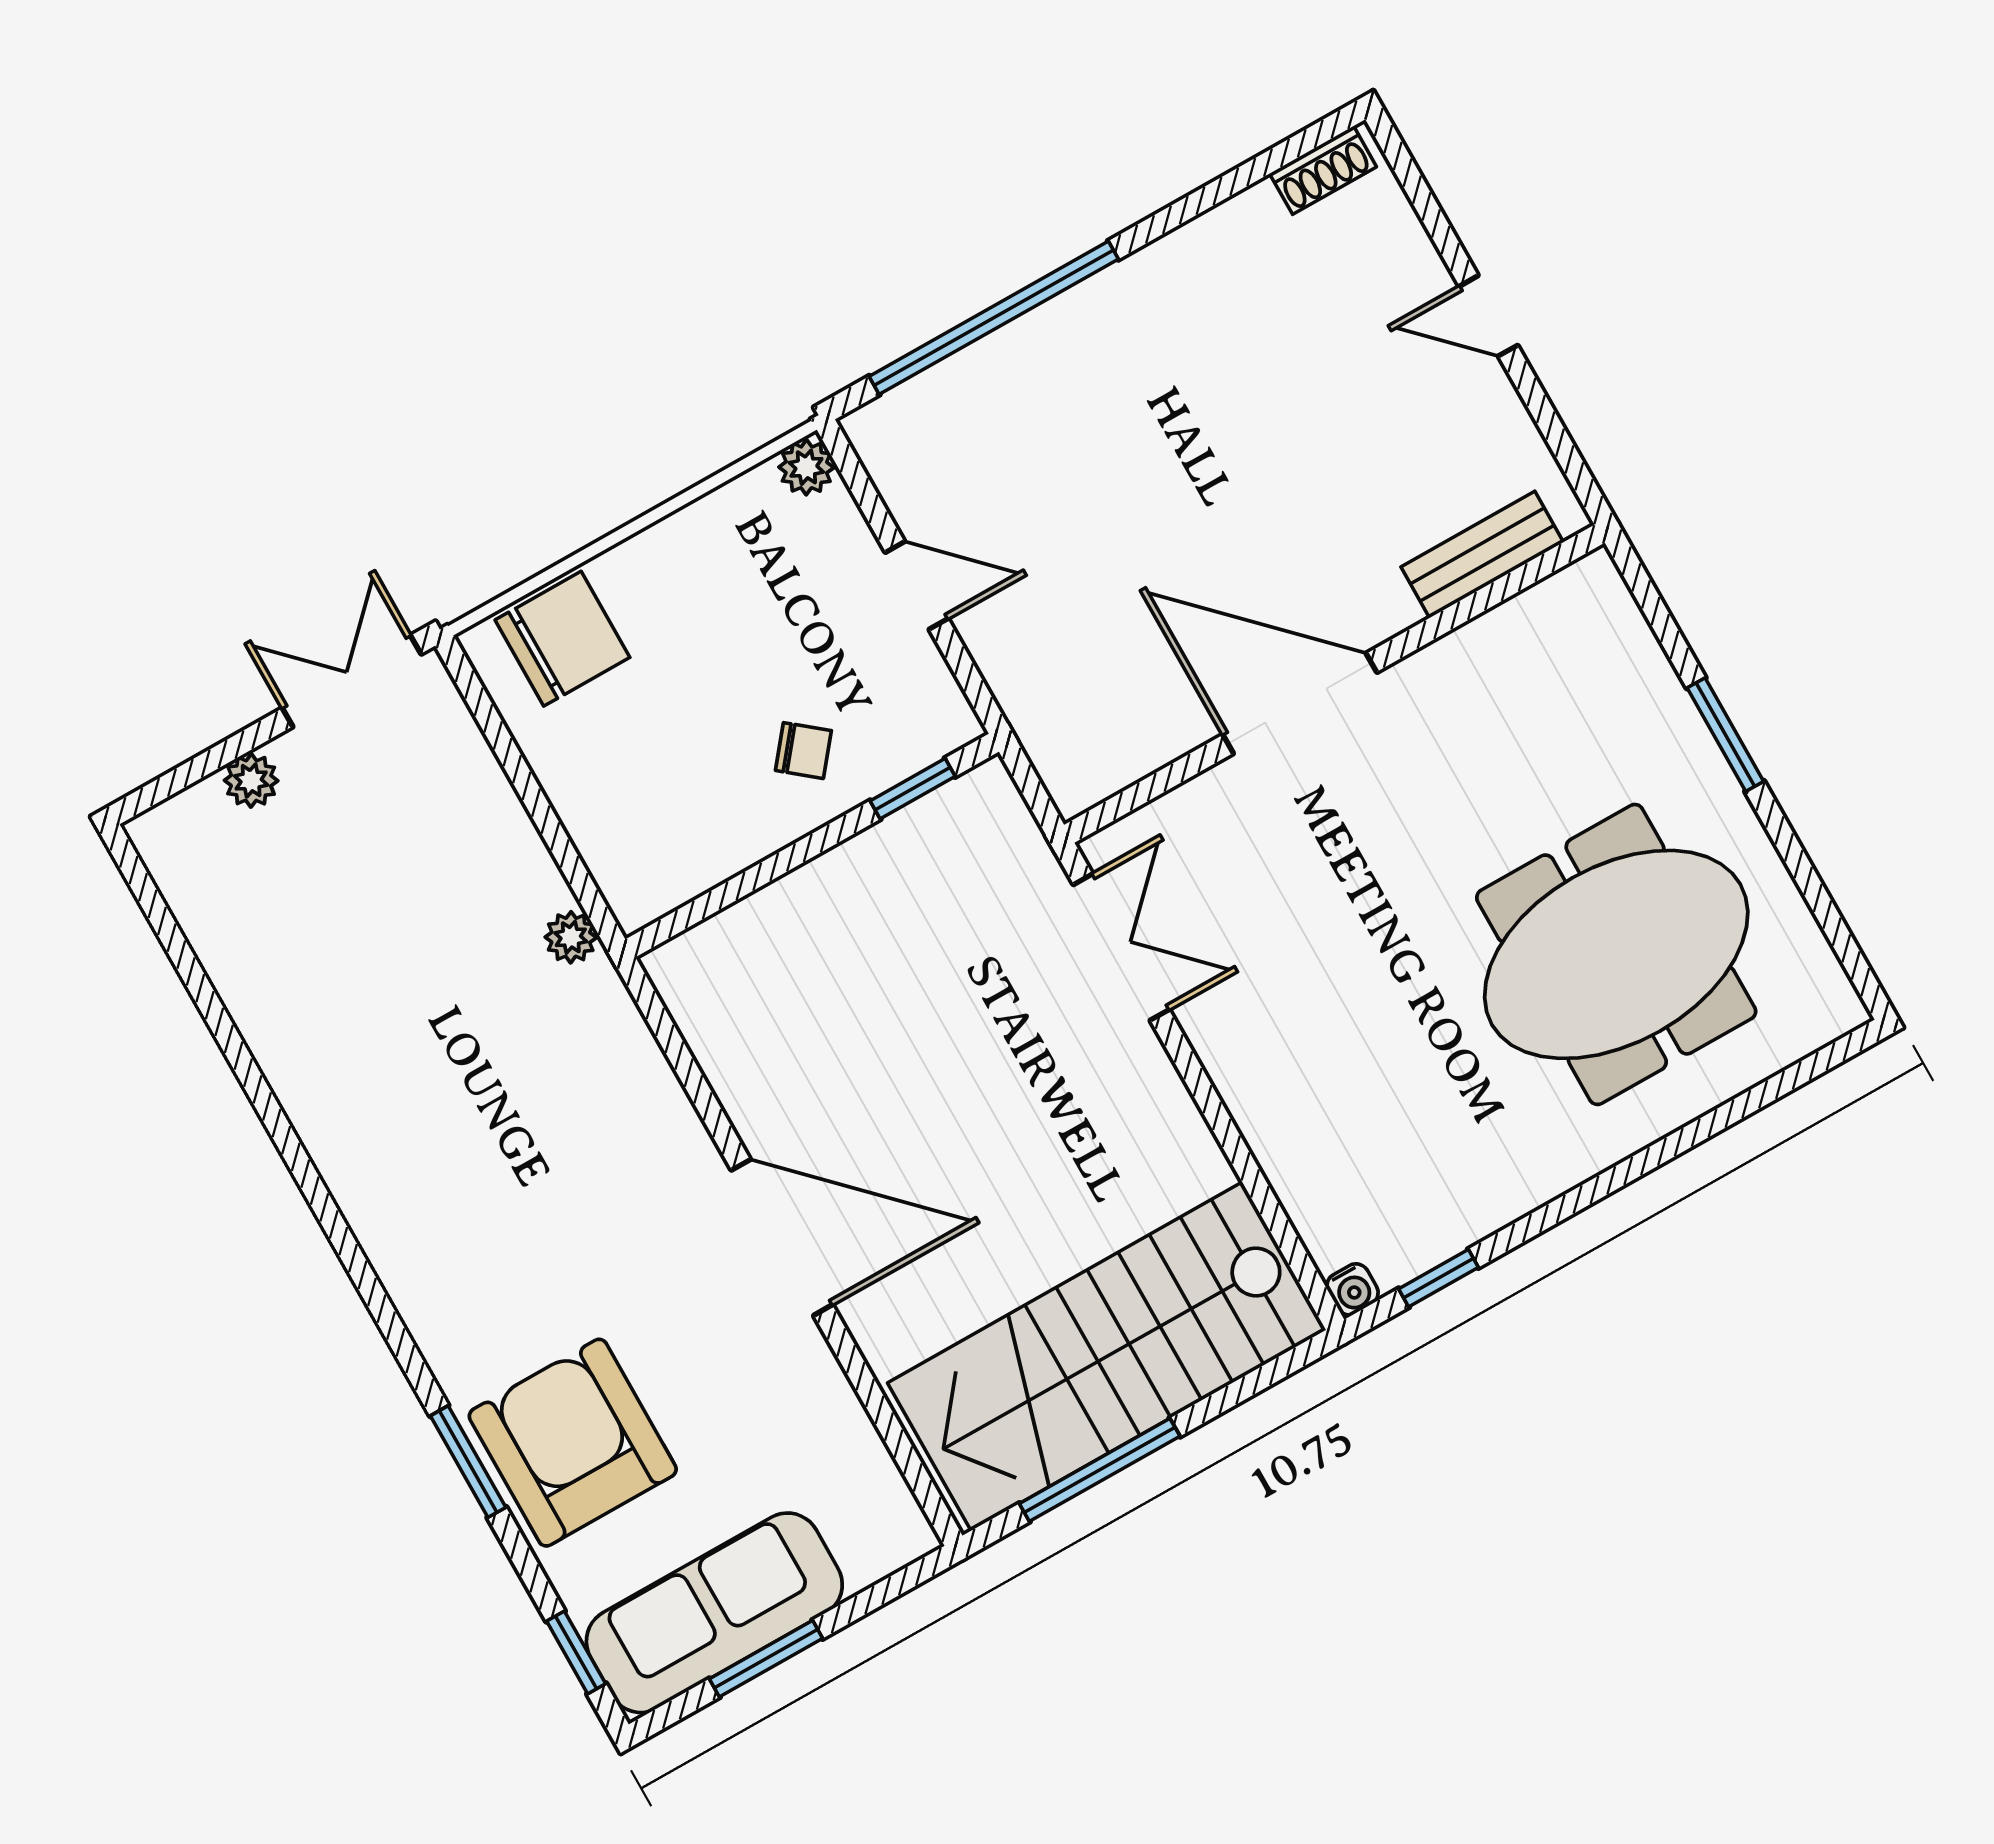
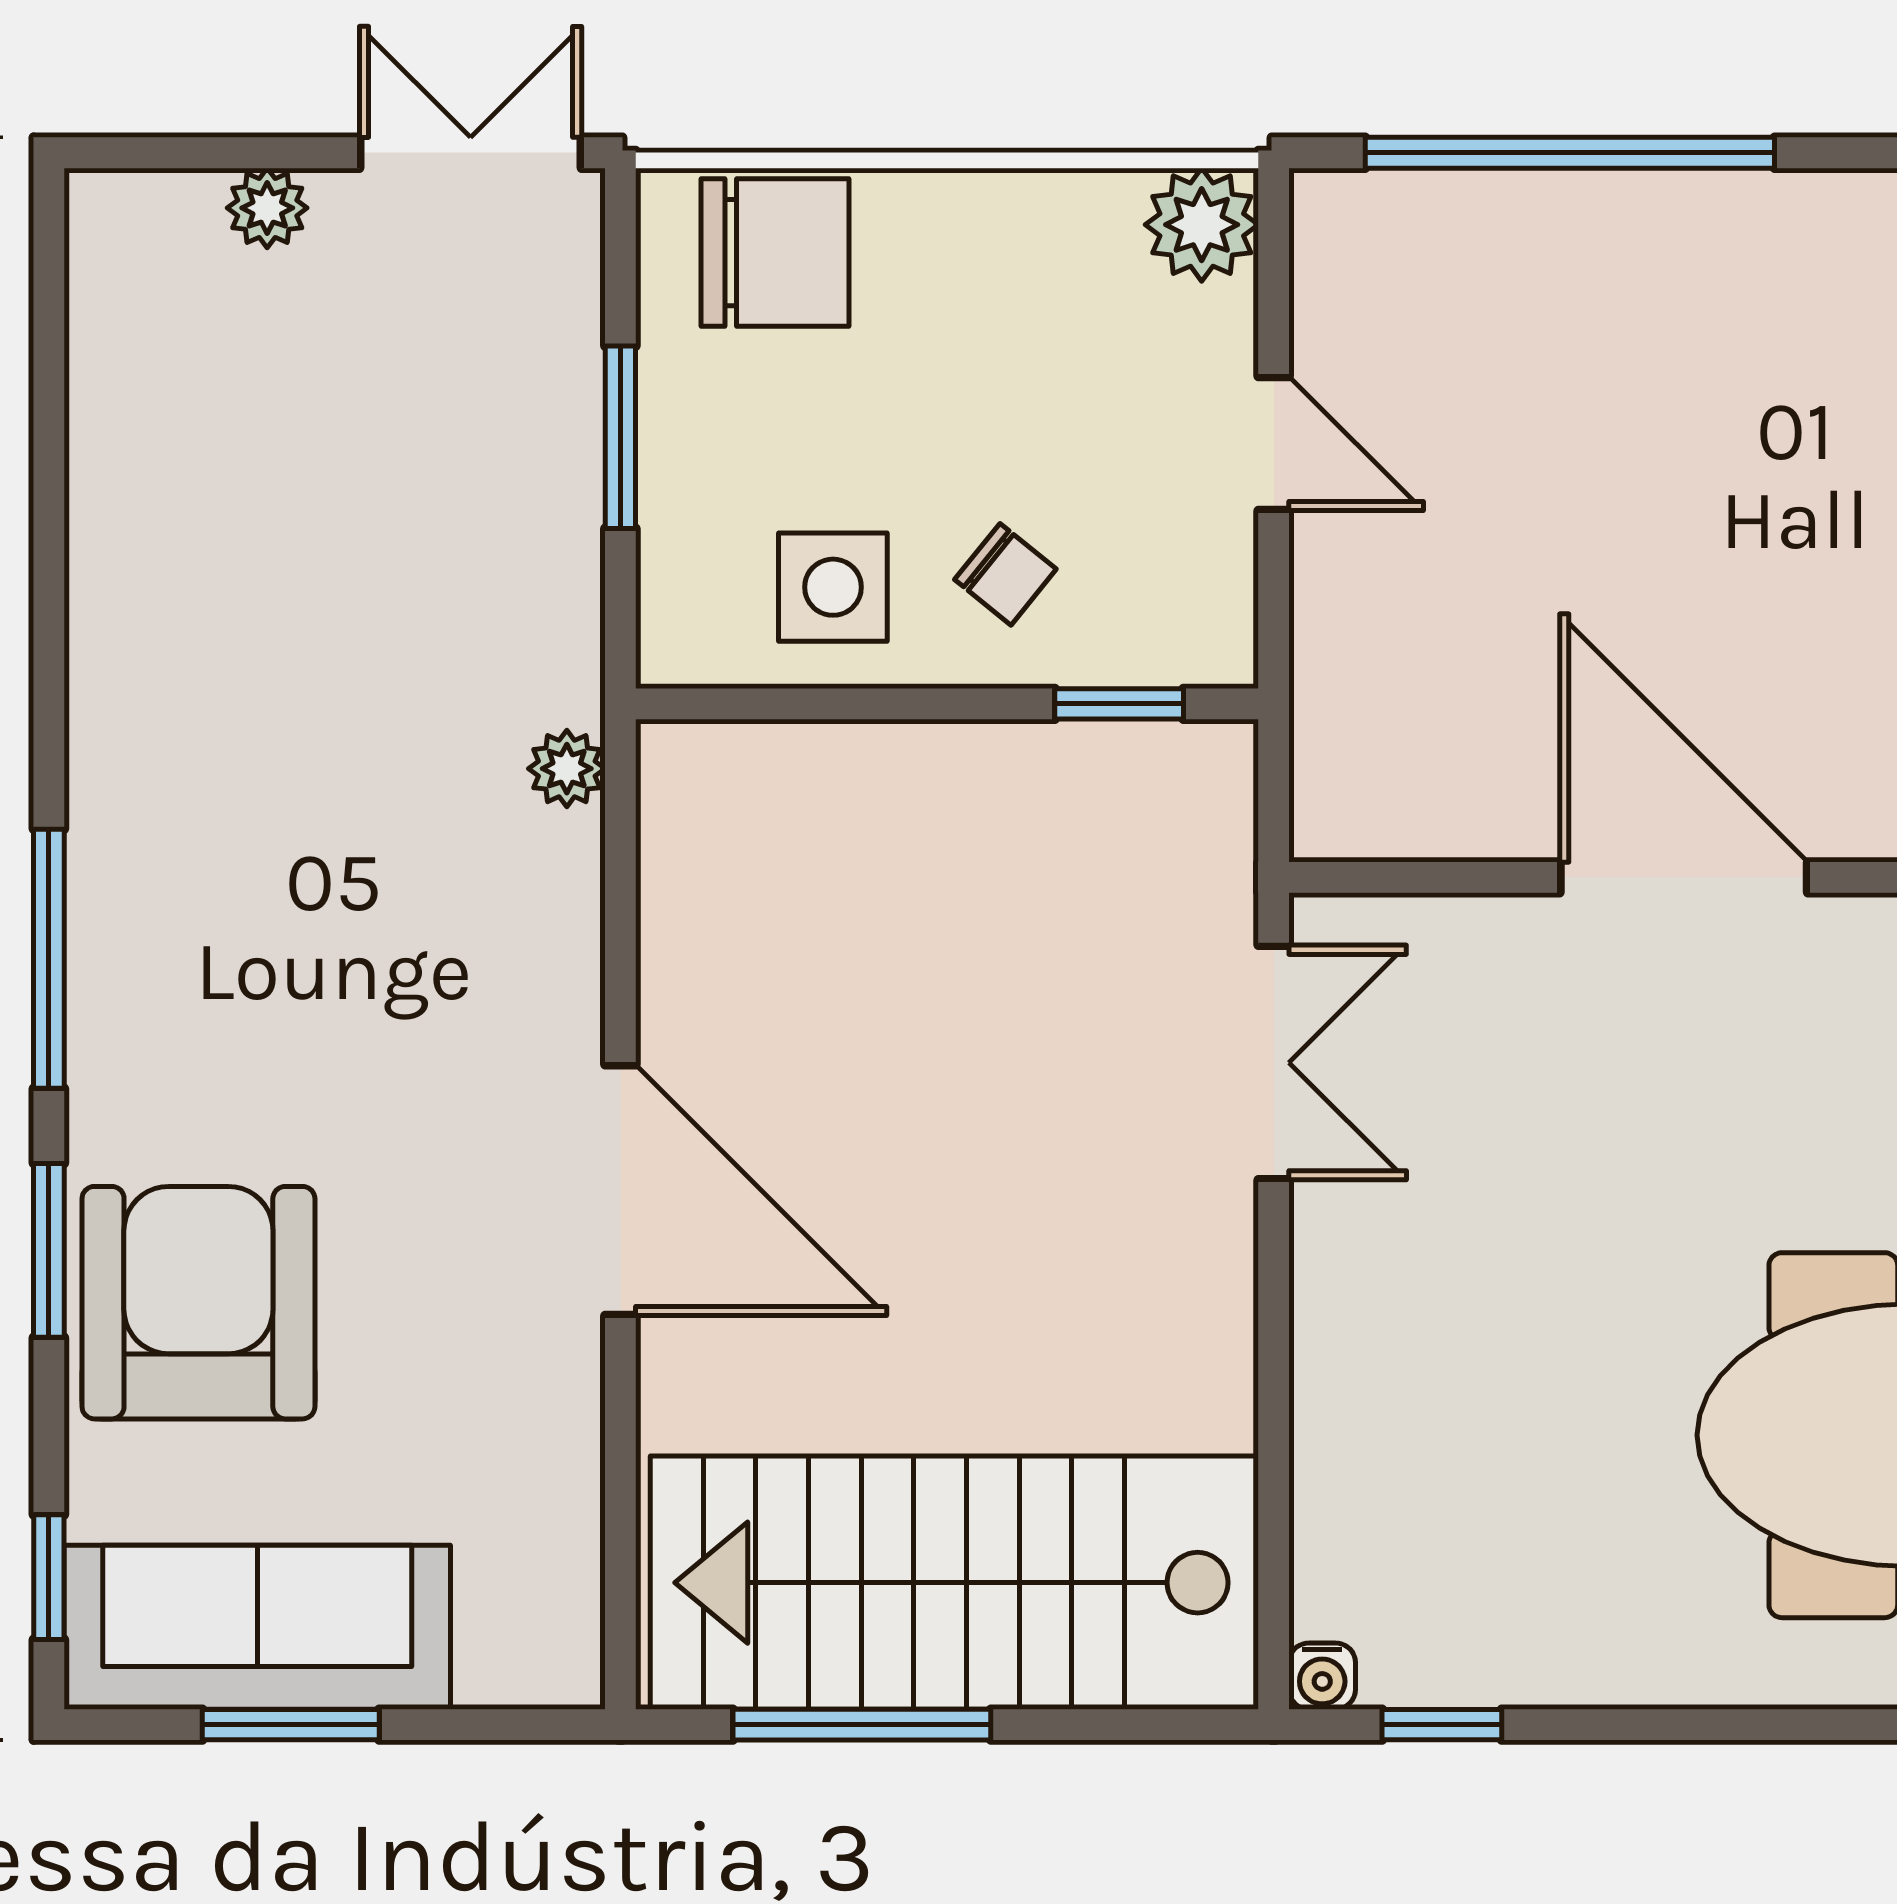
plant: (806, 467) -> (1202, 225), width x1.38, depth x1.38
window: (533, 798) -> (620, 437), added
side table: (707, 815) -> (833, 587), added
plant: (571, 937) -> (567, 769), moved
window: (372, 1291) -> (49, 959), added

